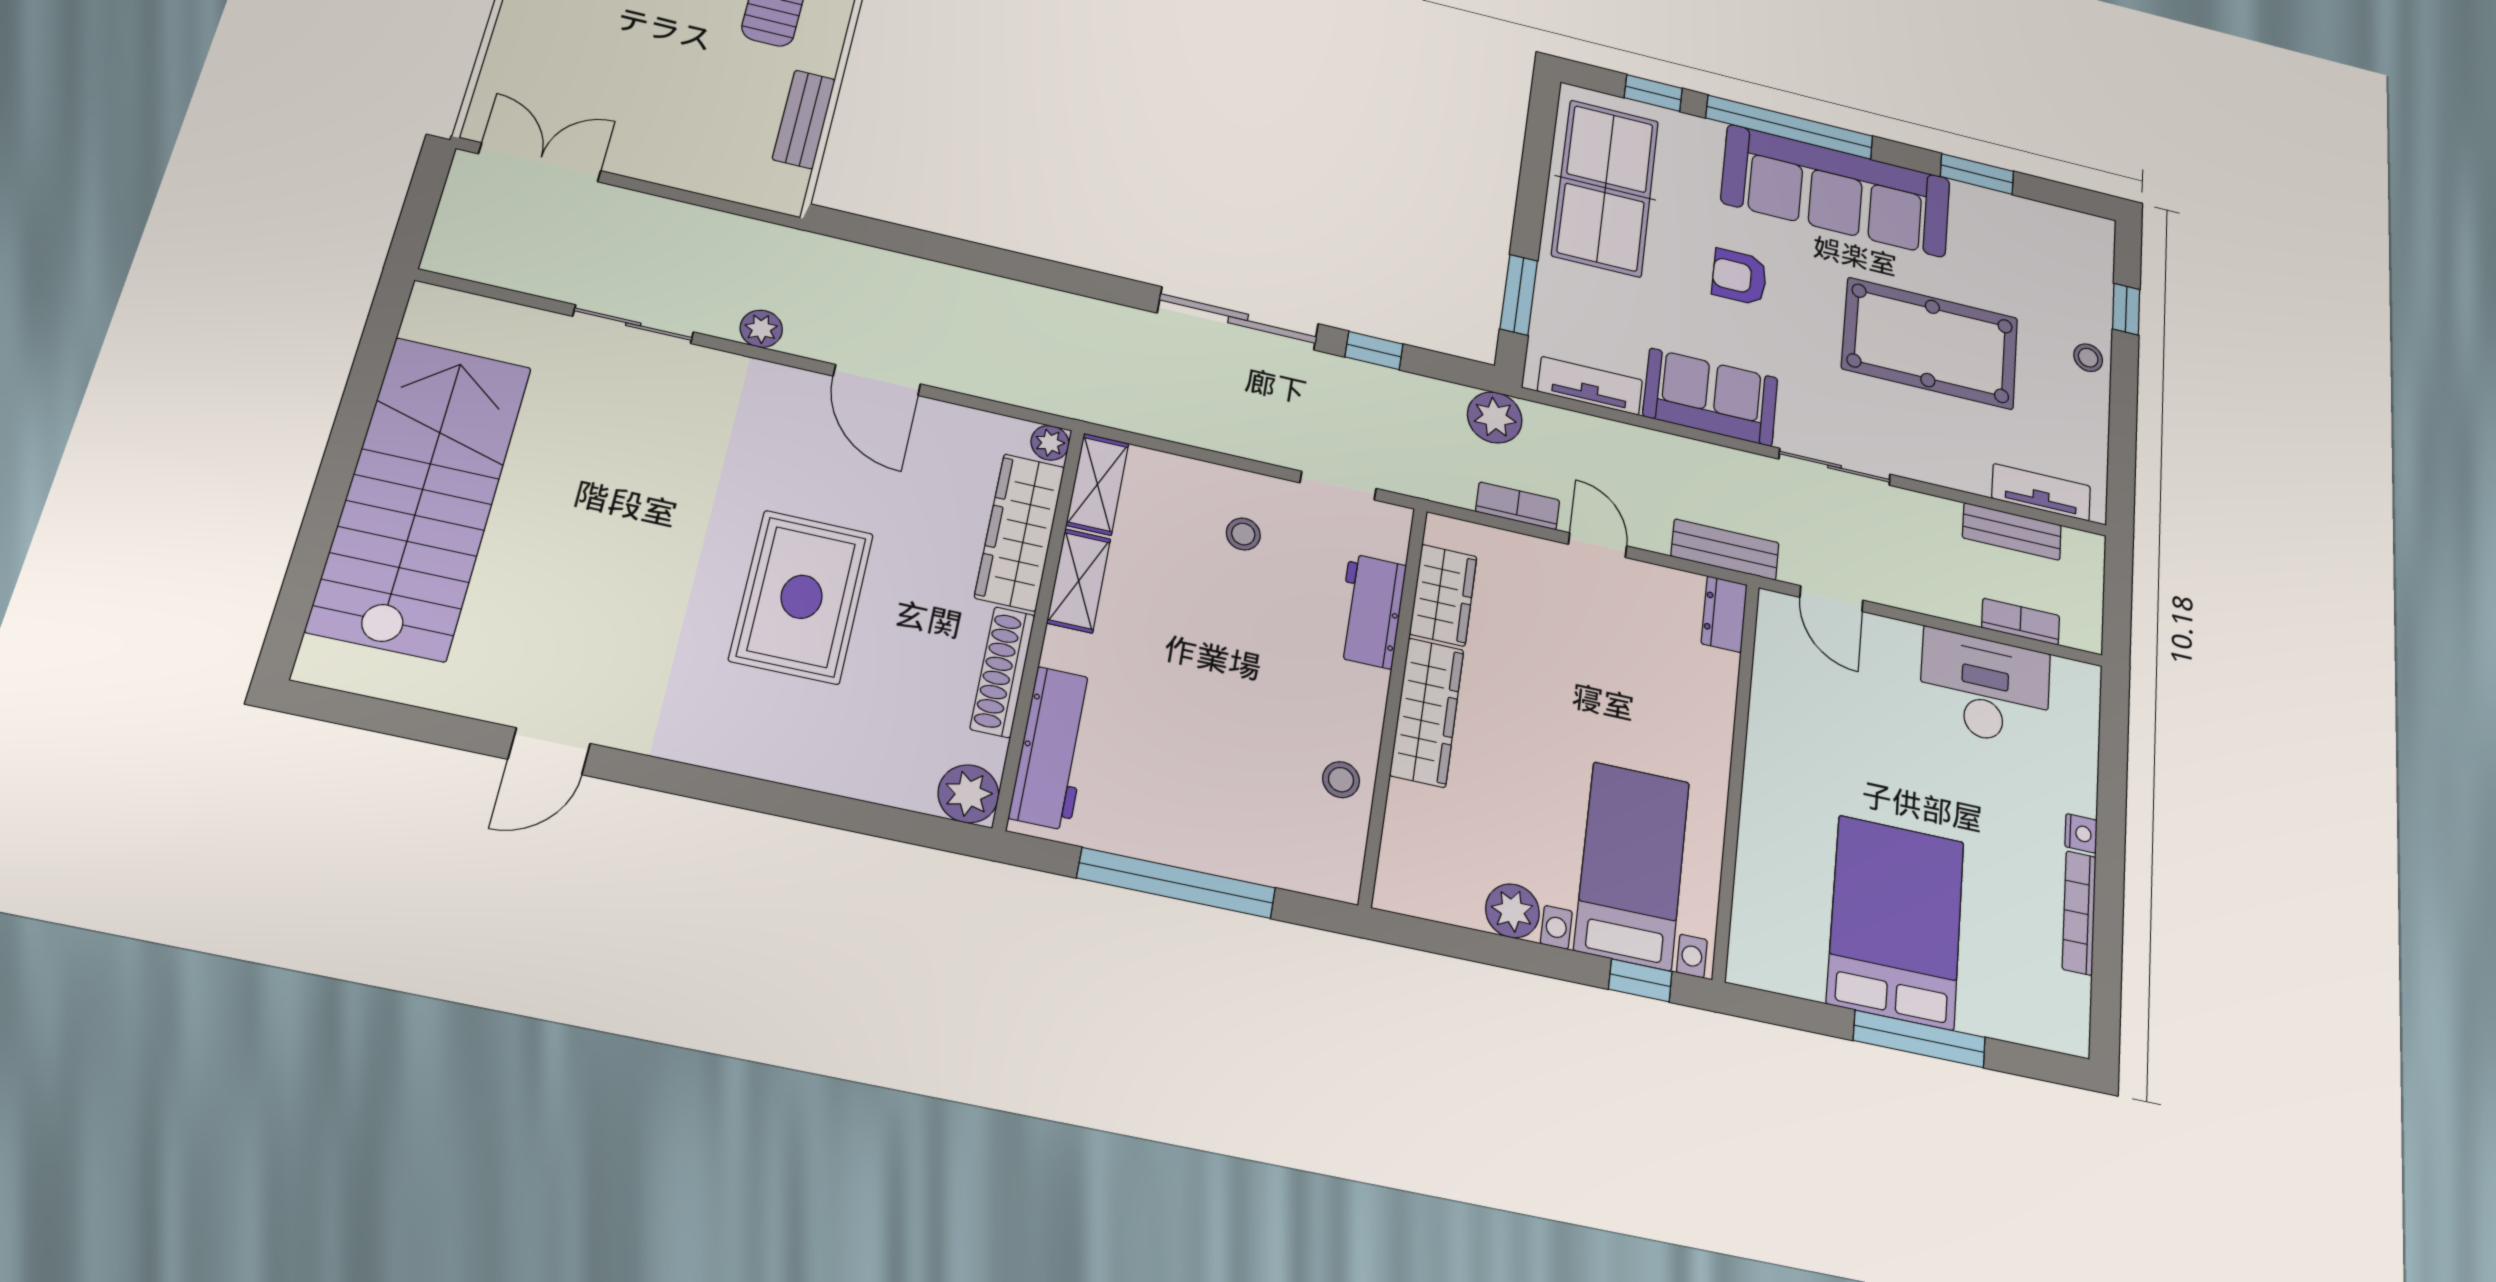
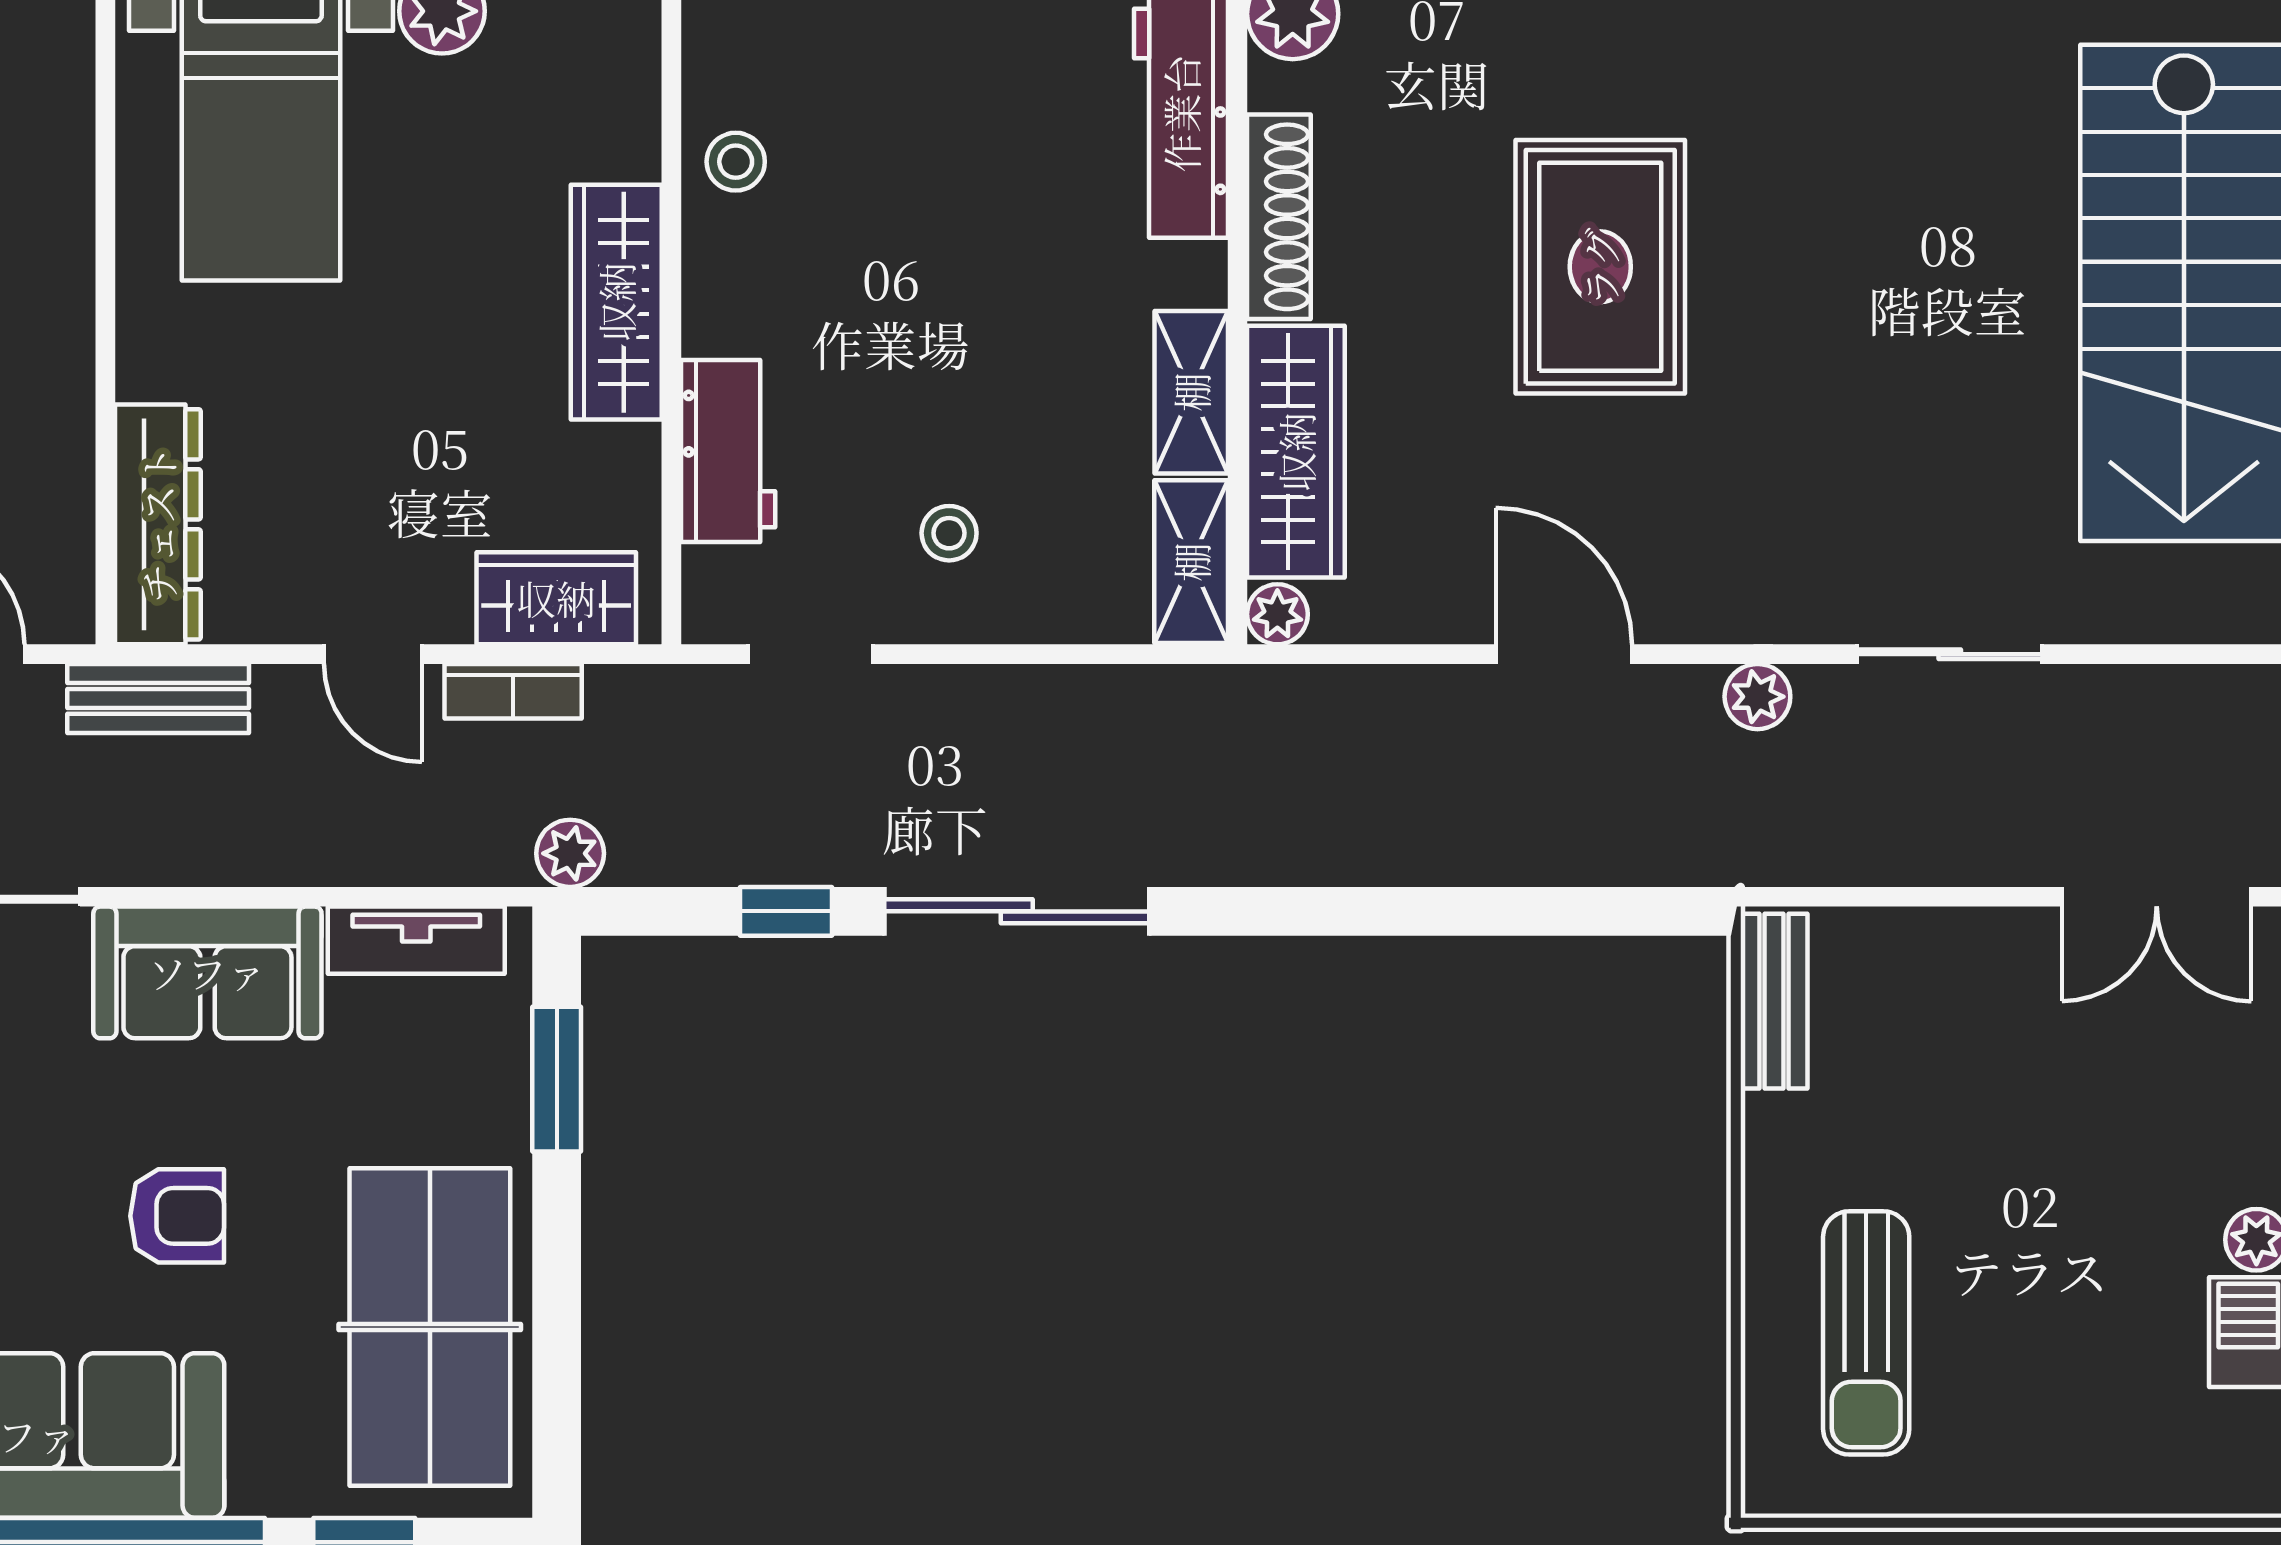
bench: (804, 119) -> (1774, 1001), moved
plant: (1495, 417) -> (570, 853), width x0.73, depth x0.73
wardrobe: (1443, 595) -> (556, 598), moved, turned 90
dresser: (1724, 614) -> (158, 524), width x1.96, depth x1.24

